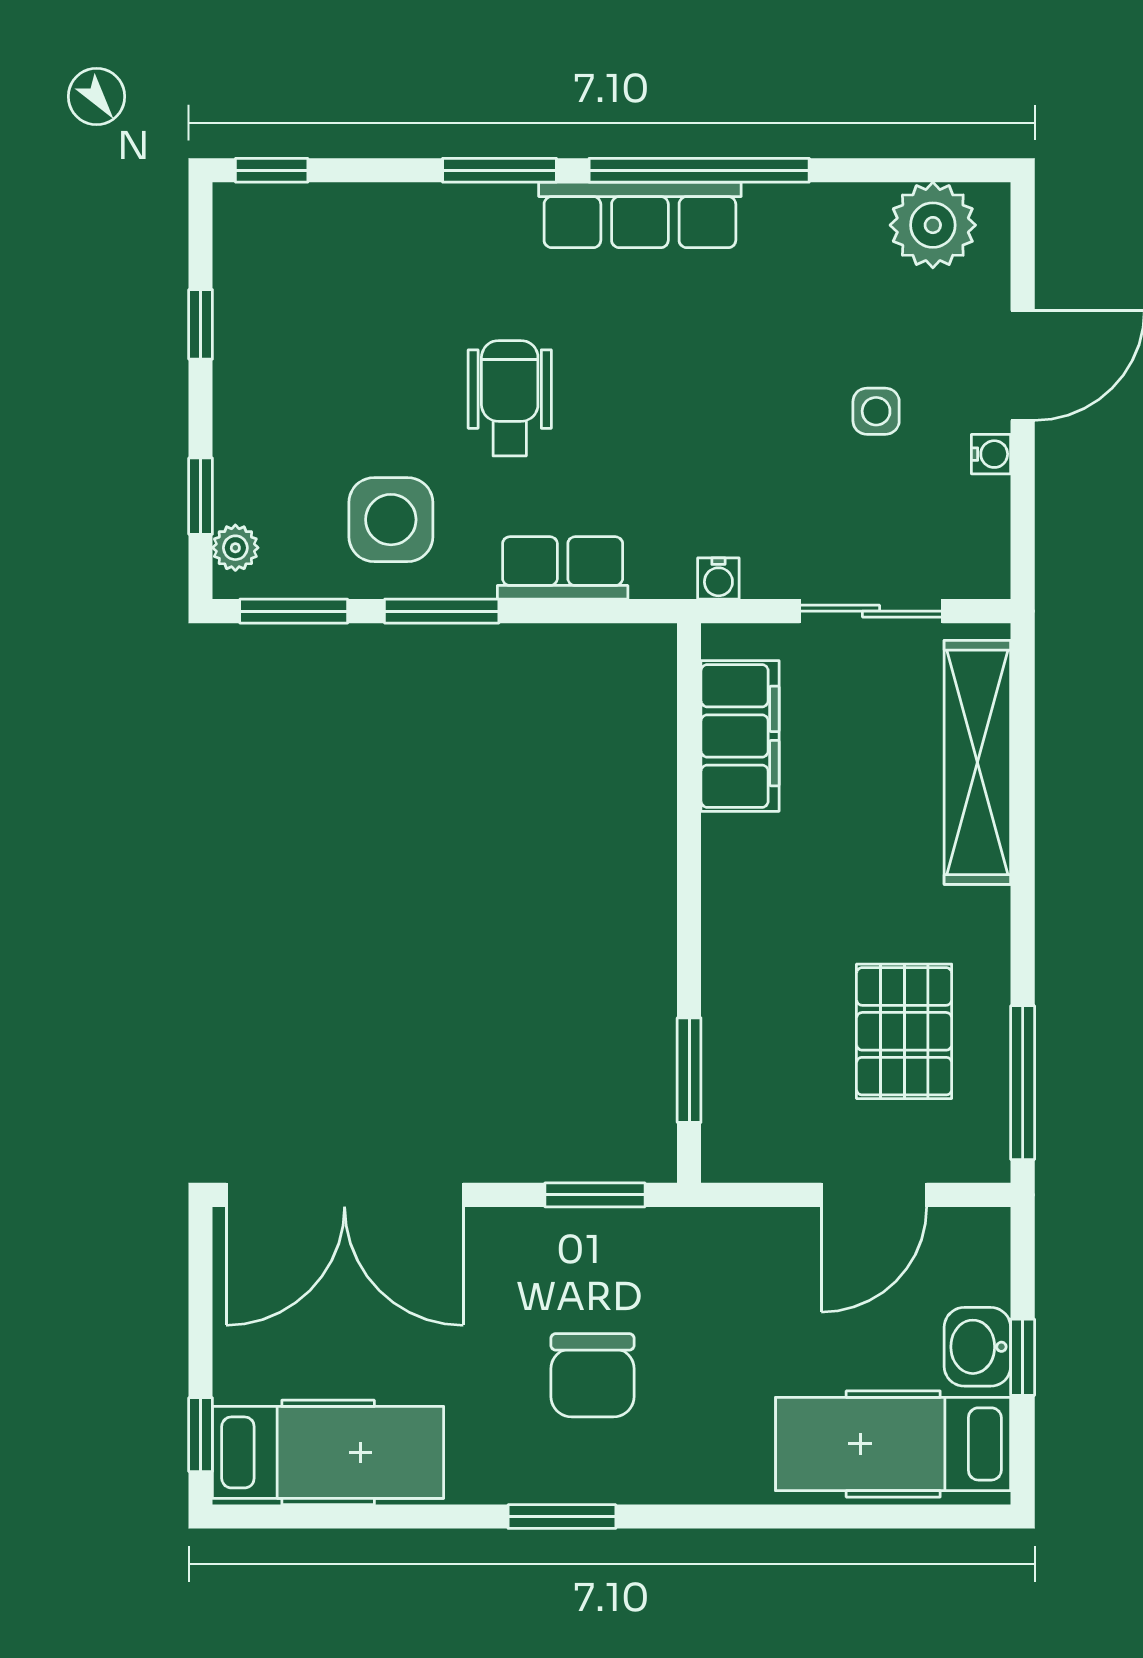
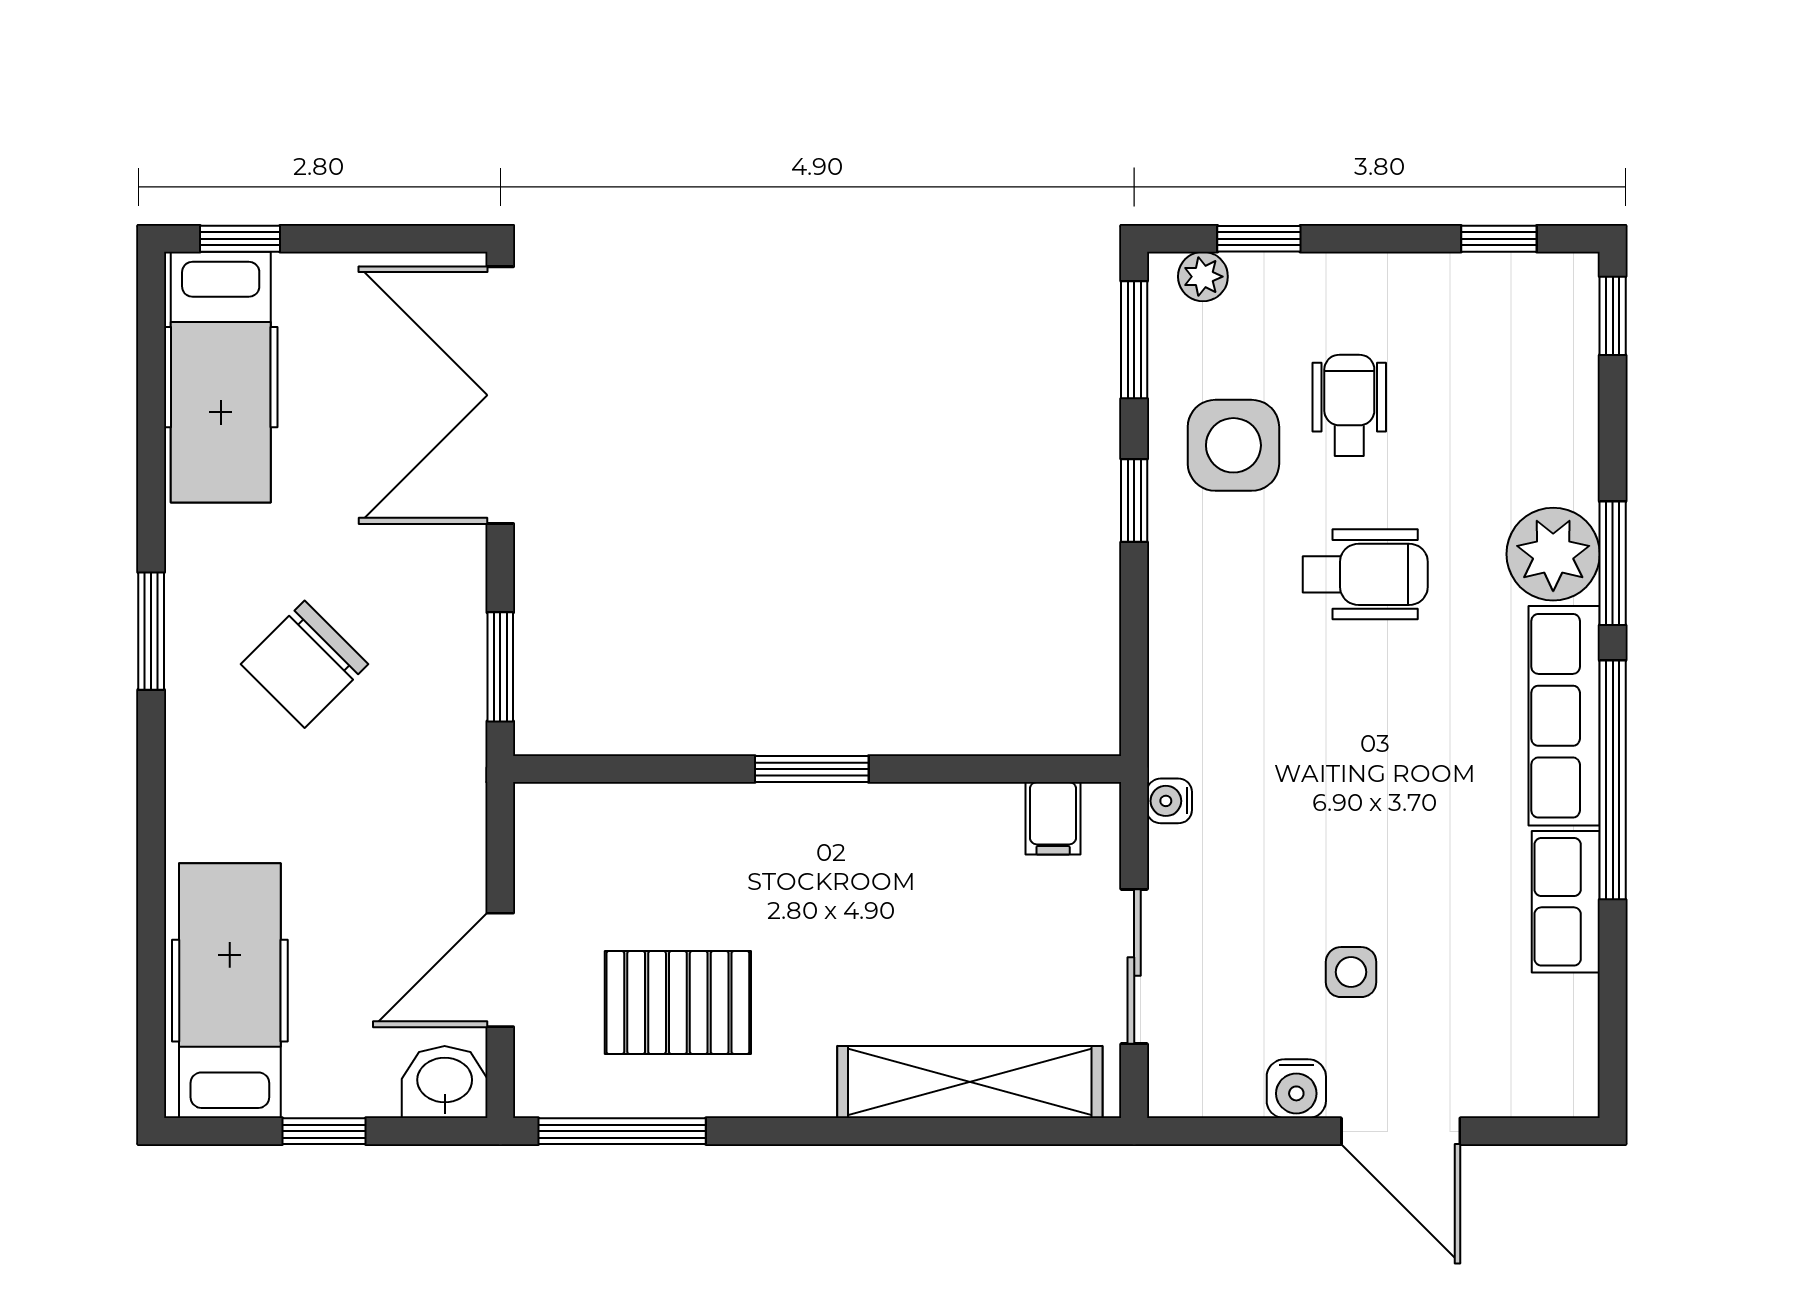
plant: (933, 225) -> (1553, 554), moved
window: (201, 324) -> (1499, 239), moved
wheelchair: (354, 413) -> (1349, 405), added
water cooler: (991, 454) -> (1296, 1089), width x1.38, depth x1.38
row of seats: (563, 568) -> (1566, 902), moved, turned 180
window: (442, 611) -> (1134, 500), width x0.67
filing cabinet: (740, 736) -> (1053, 818), width x0.33, depth x0.86
window: (689, 1070) -> (812, 769), moved
door: (874, 1195) -> (500, 970), hinge flipped
washbasin: (977, 1347) -> (445, 1082), moved
chair: (592, 1375) -> (305, 664), turned -45

